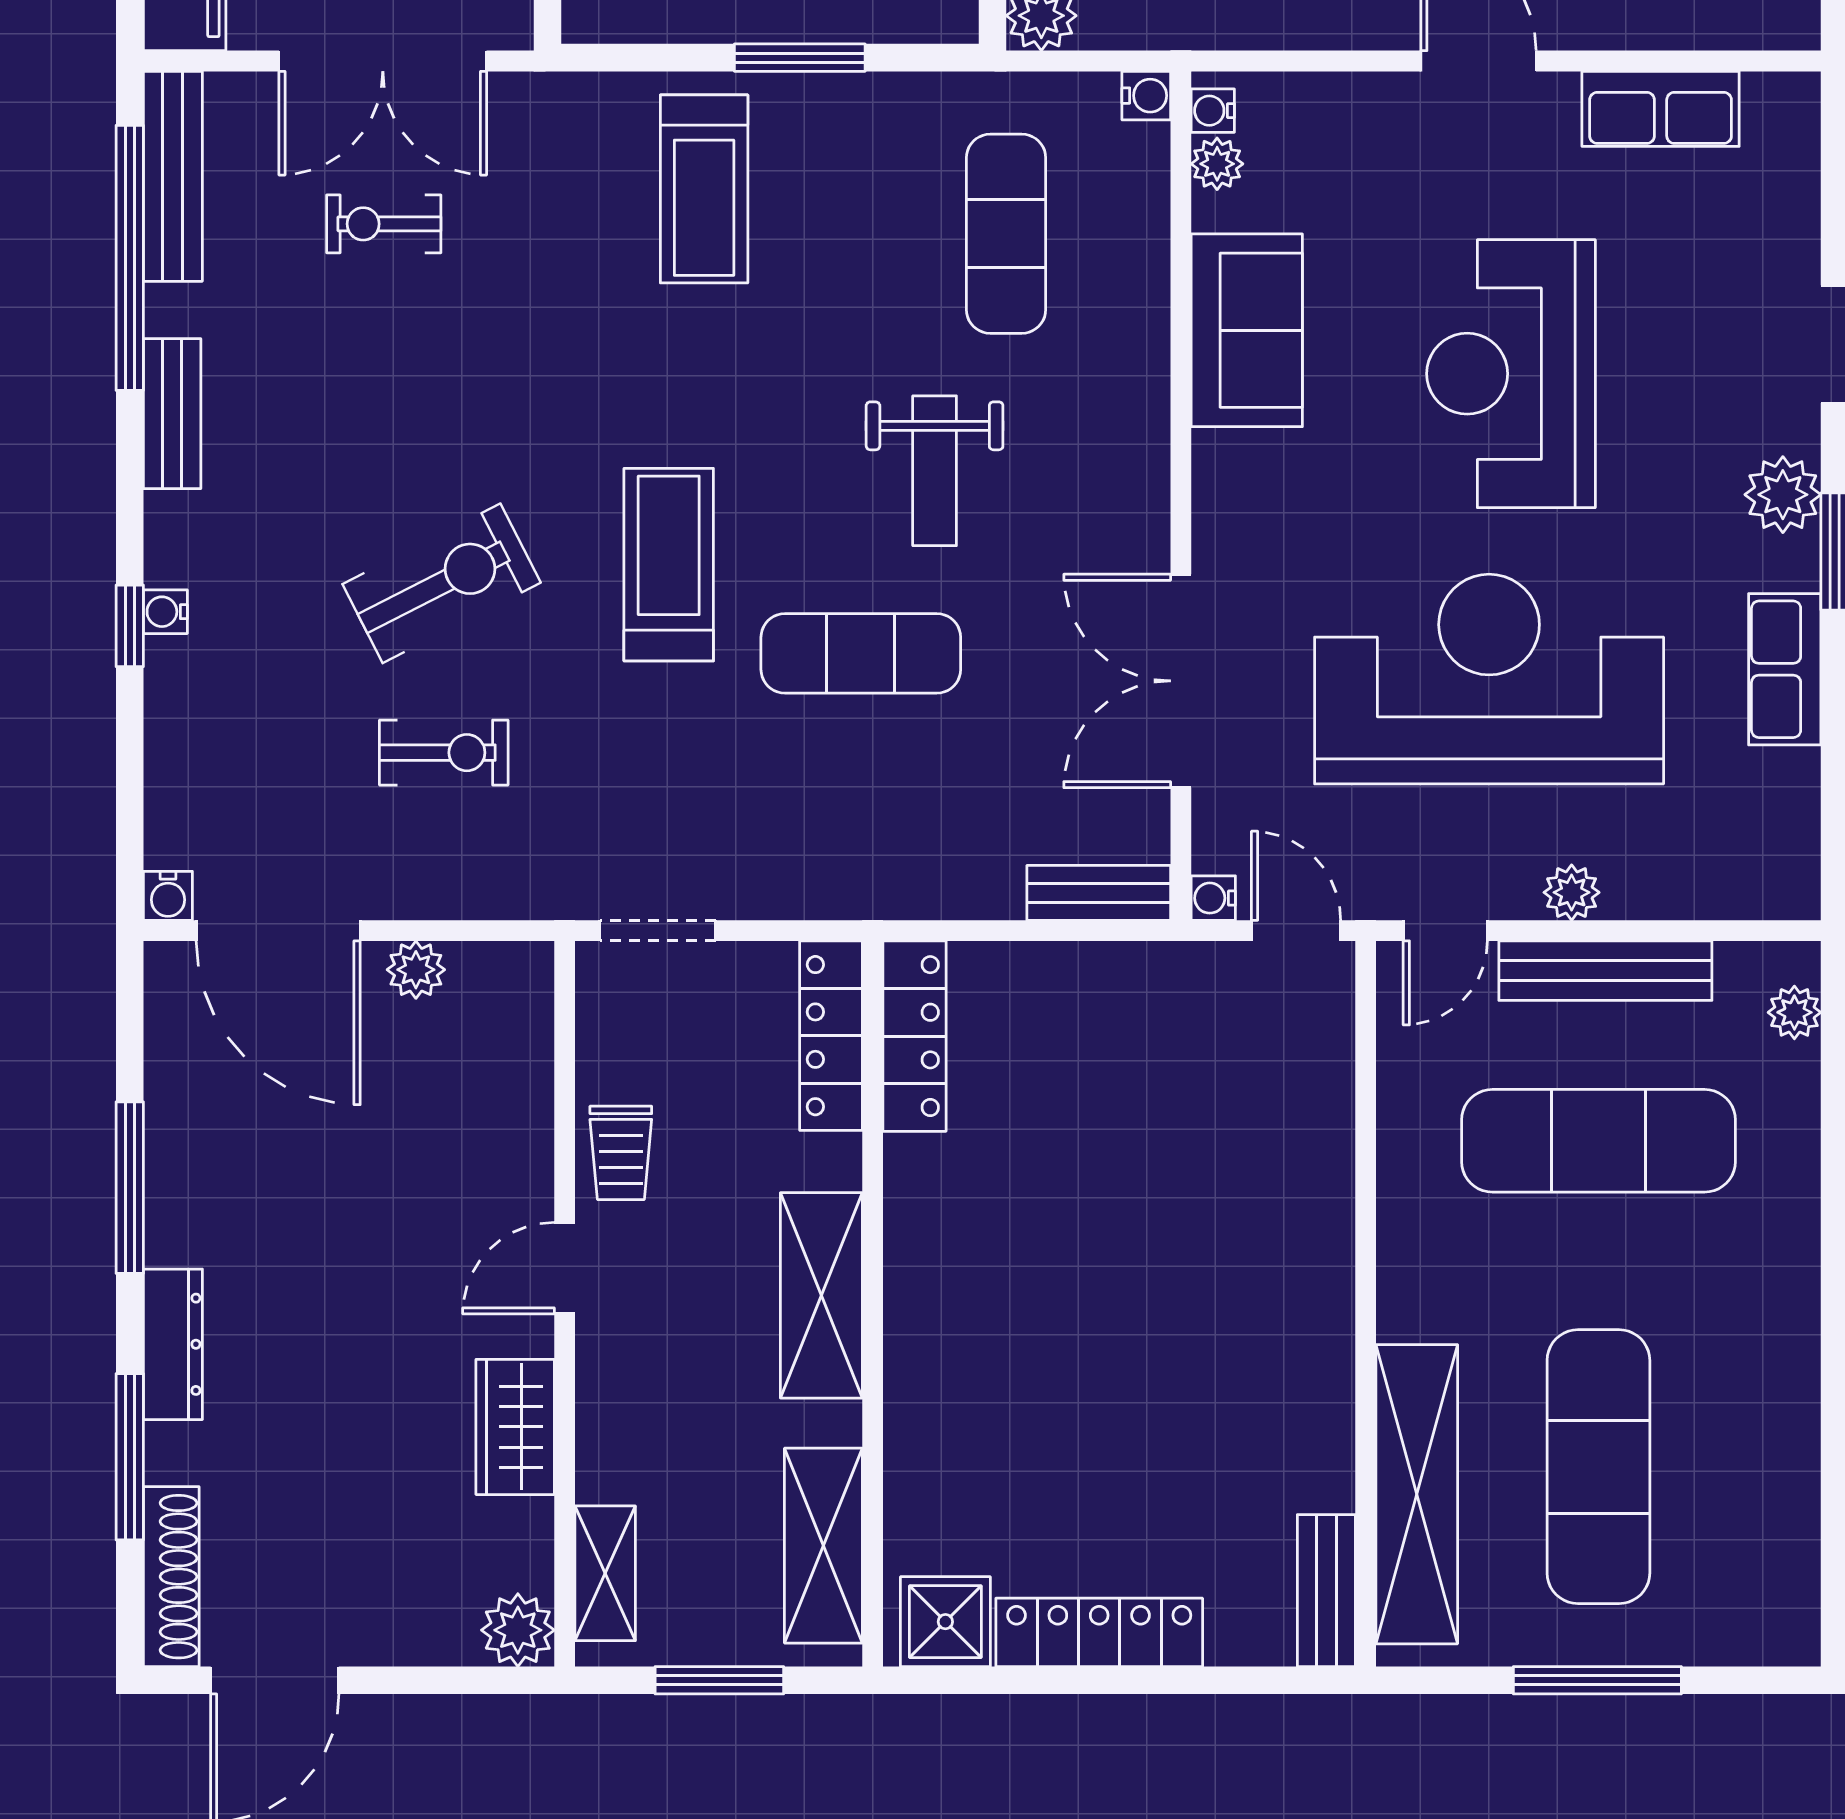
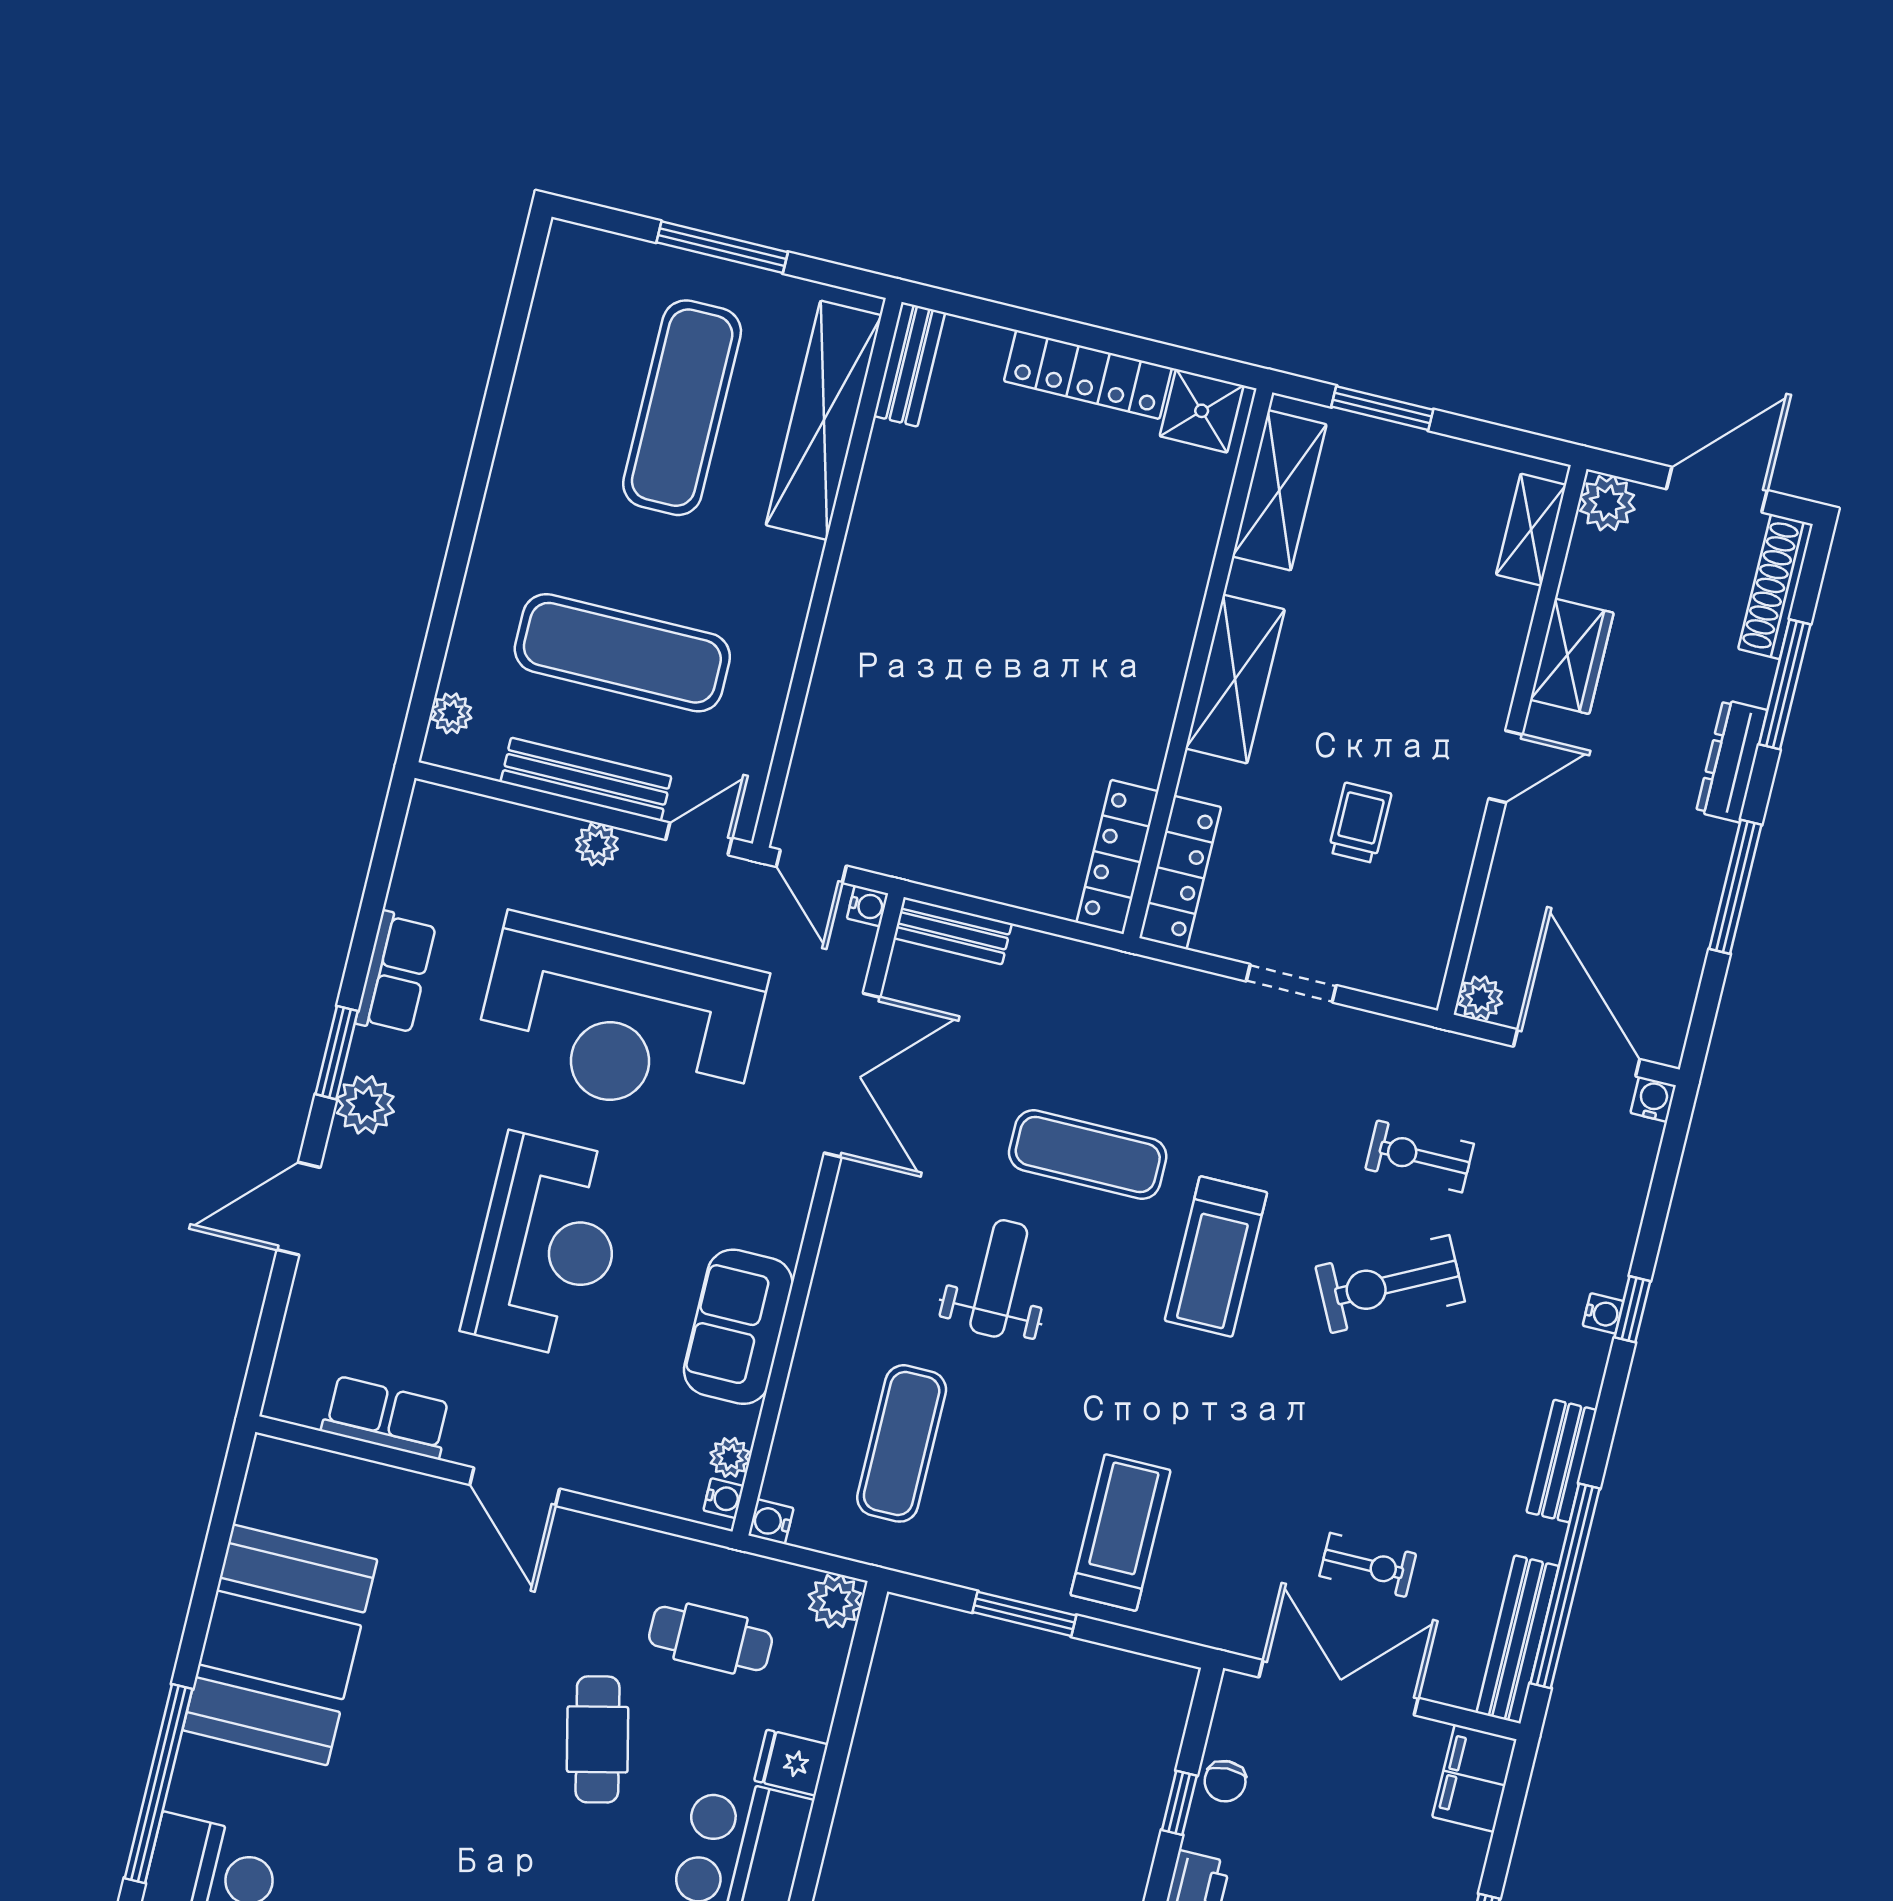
door: (565, 1268) -> (1506, 767), moved
wall: (565, 1304) -> (1512, 740), moved
wardrobe: (515, 1427) -> (1572, 656), moved
shelving: (605, 1573) -> (1531, 530), moved
plant: (518, 1630) -> (1607, 503), moved

